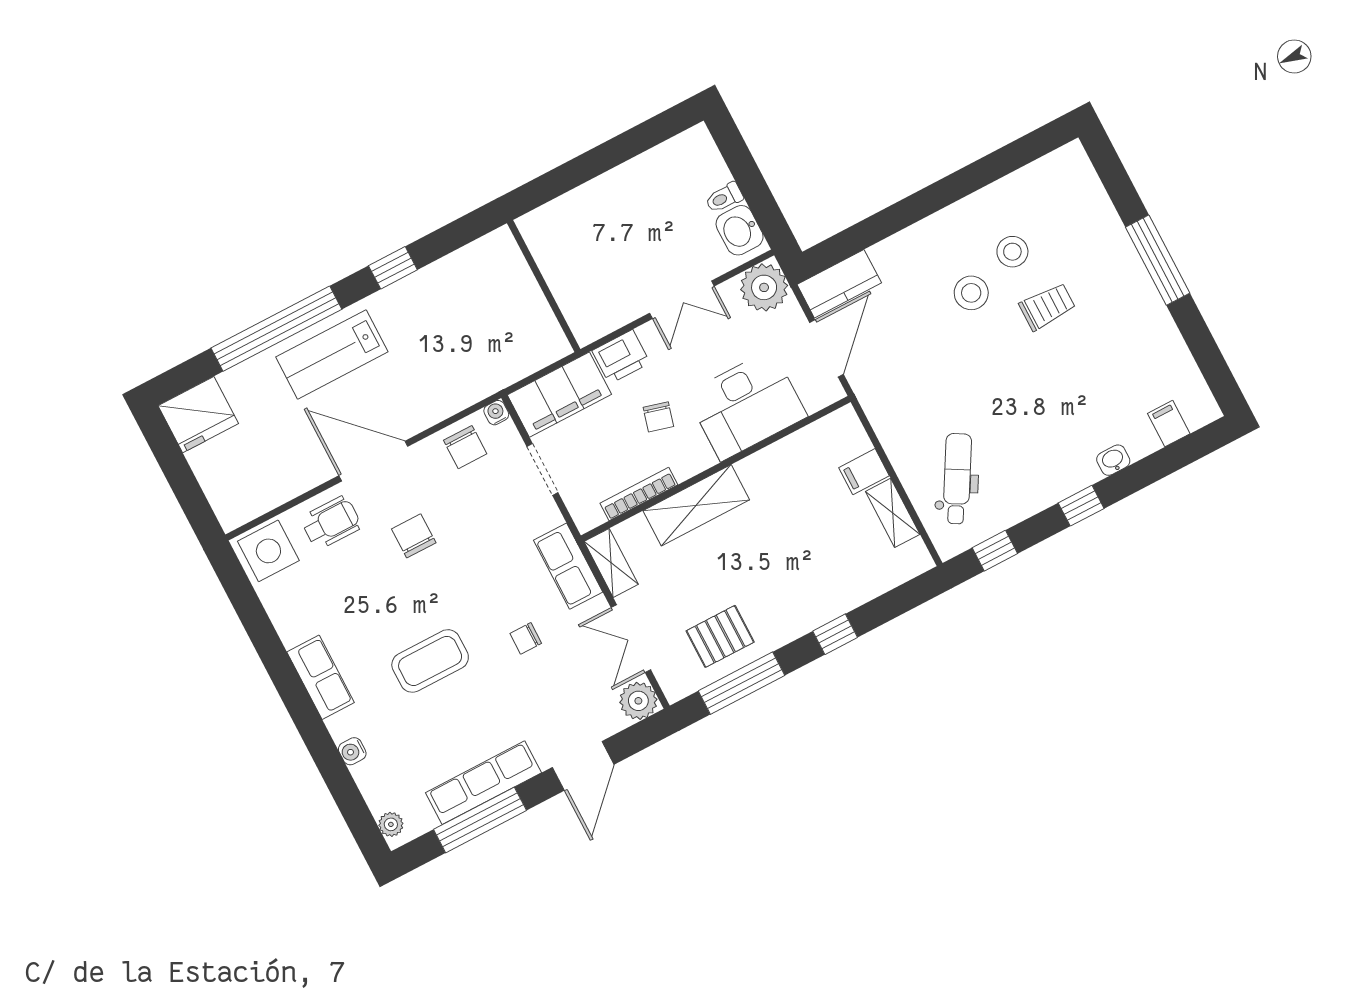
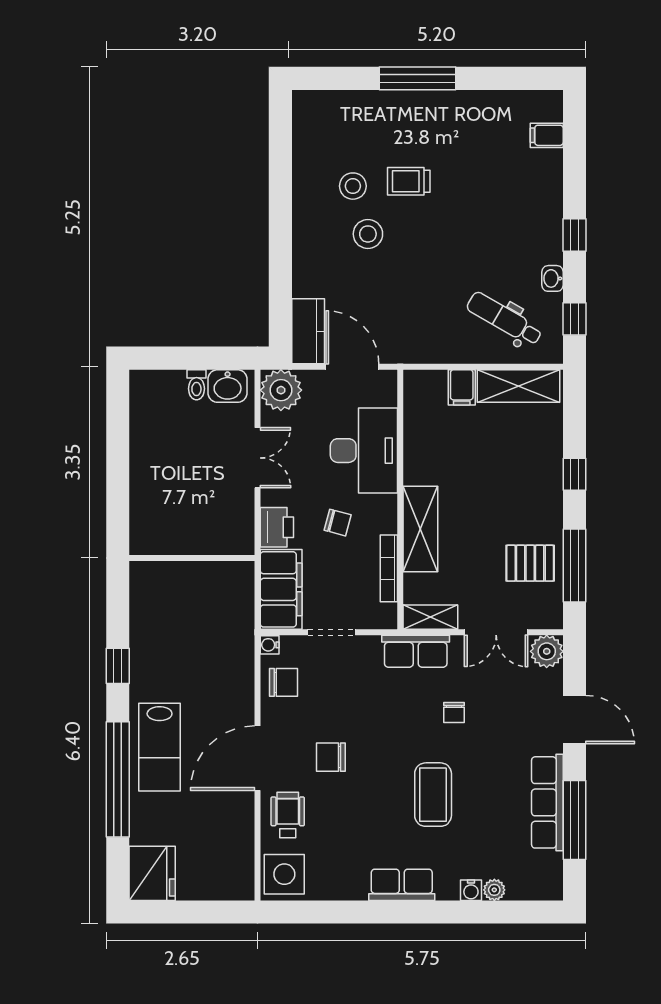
trolley: (1047, 306) -> (409, 181), turned -90
washbasin: (1113, 460) -> (552, 278), moved
shelving: (893, 513) -> (518, 386), width x1.50, depth x1.33
pallet: (720, 636) -> (530, 563), turned 90
plant: (391, 824) -> (494, 890), moved

